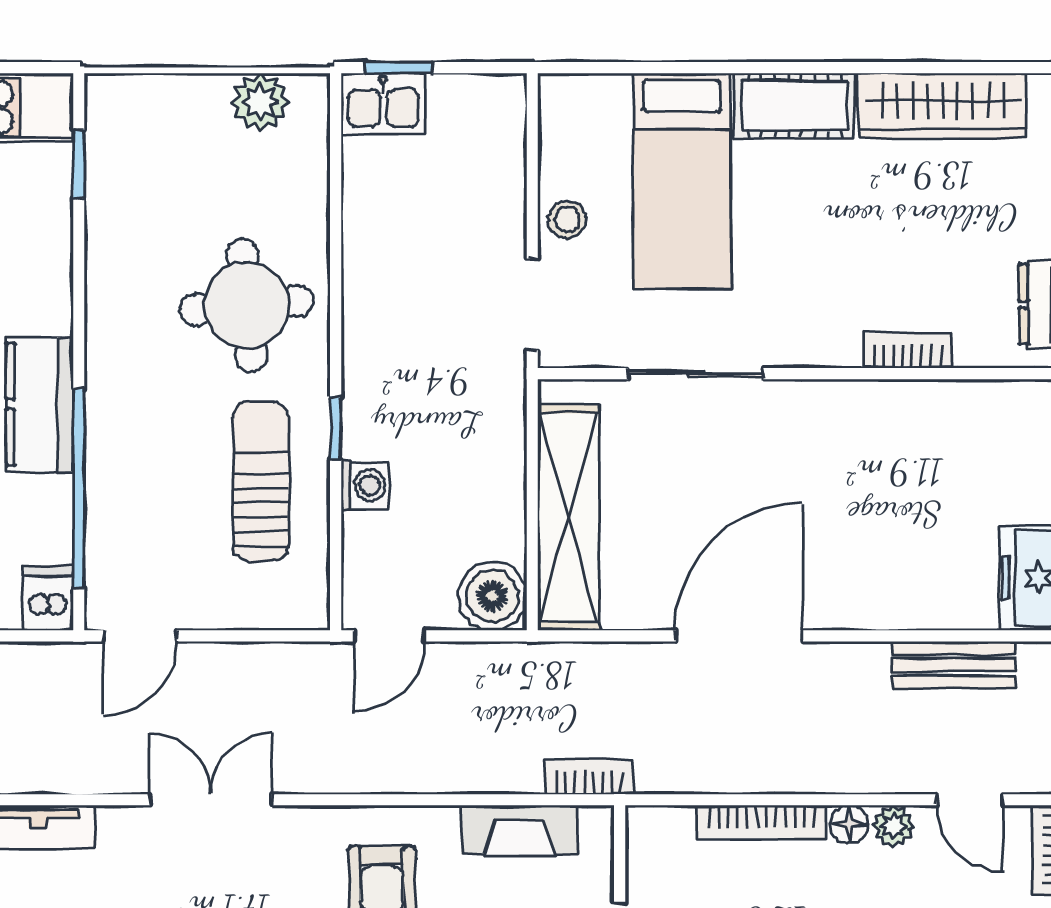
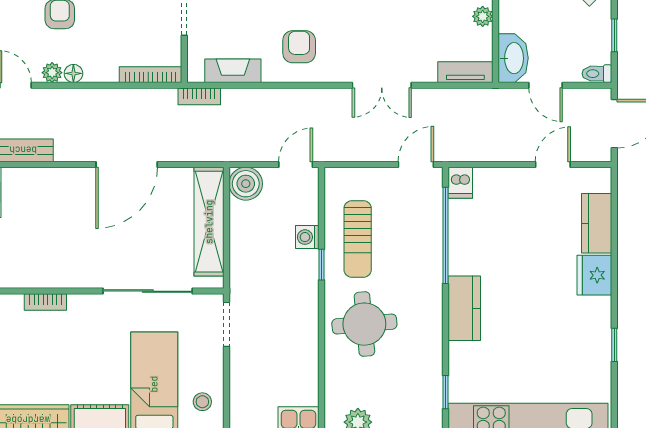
stool: (567, 219) -> (202, 402), moved
sliding door: (696, 374) -> (148, 291), width x1.37
kitchen counter: (40, 404) -> (464, 308), moved
bookcase: (761, 822) -> (151, 75), moved

